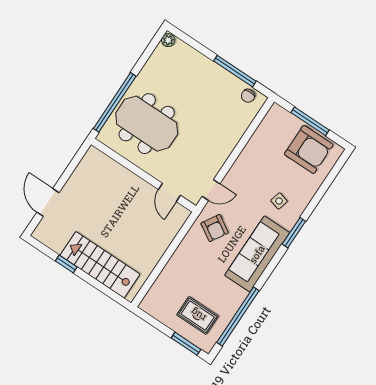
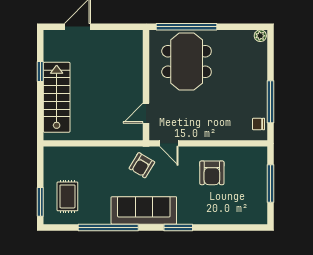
armchair: (309, 149) -> (212, 173), moved, width x0.73, depth x0.73
side table: (279, 201) -> (195, 200), removed
window: (238, 317) -> (108, 227), moved

